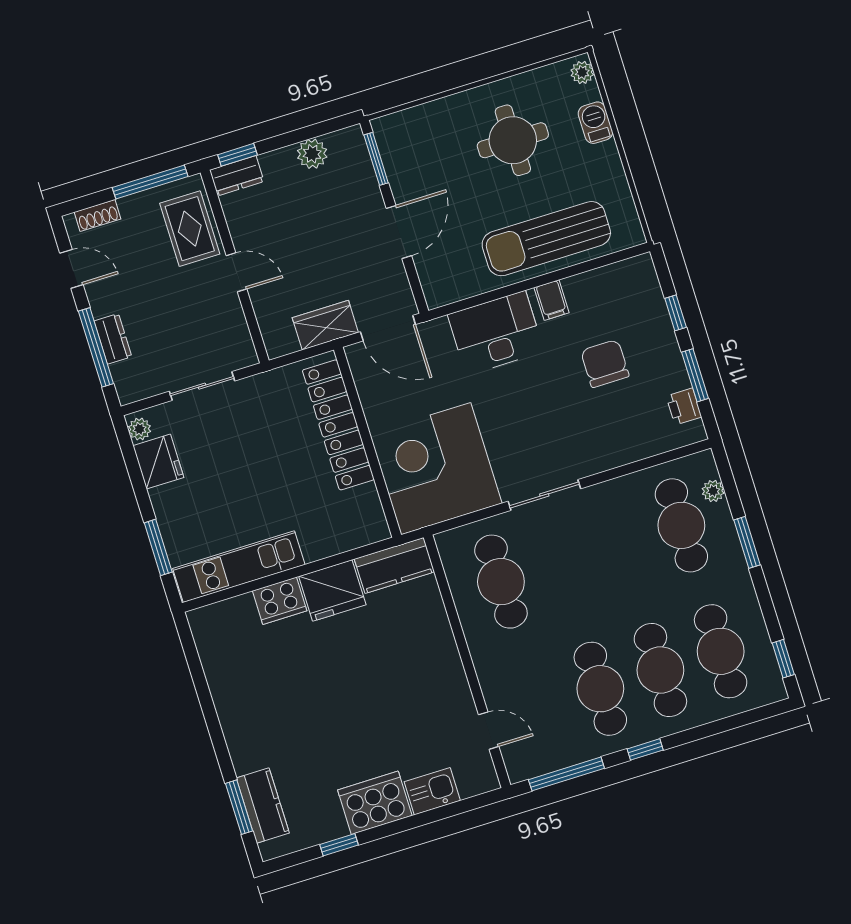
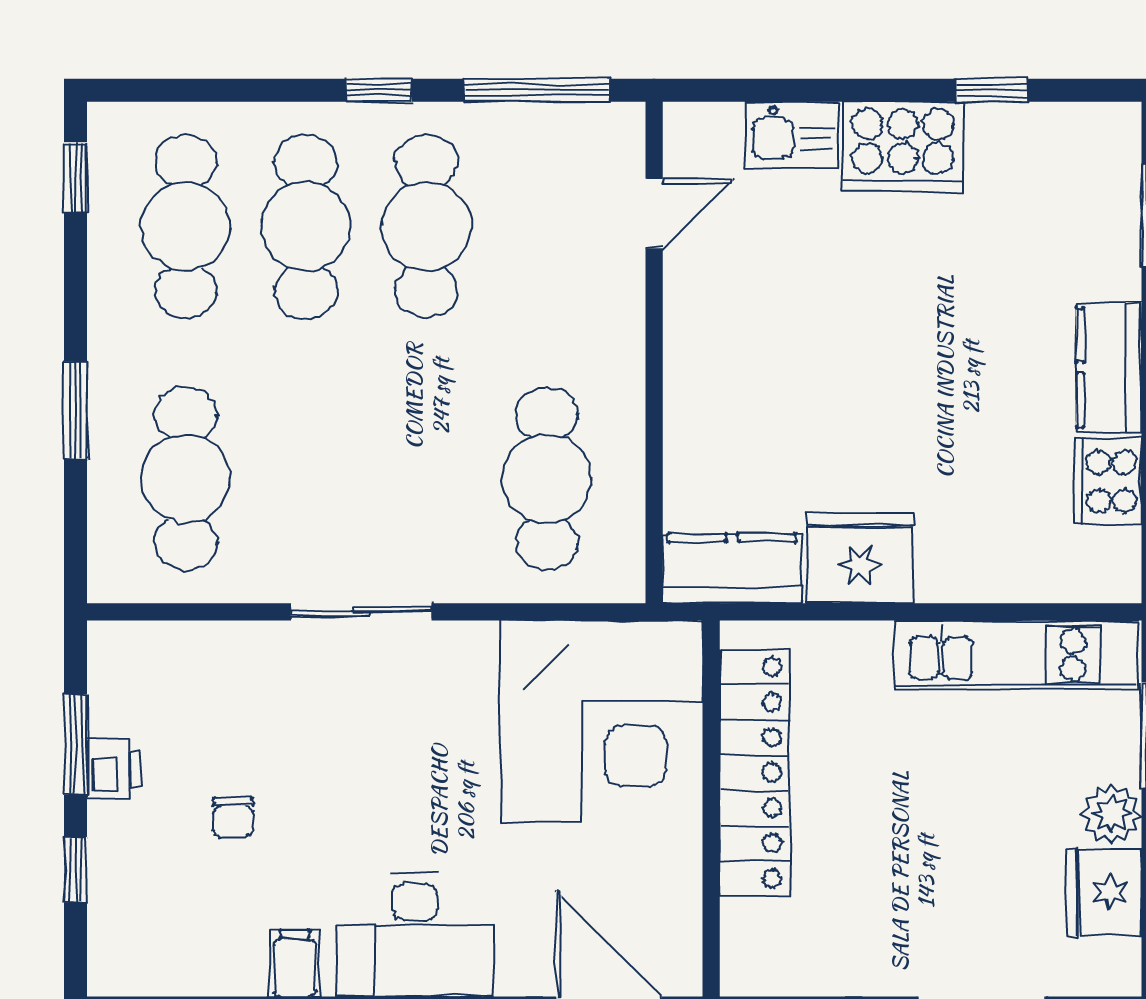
chair: (605, 364) -> (233, 817), width x0.54, depth x0.54
printer: (684, 407) -> (114, 769), moved
locker: (338, 425) -> (755, 773), moved
plant: (140, 429) -> (1112, 814), moved, width x1.38, depth x1.38
plant: (713, 491) -> (108, 523), removed
sliding door: (544, 495) -> (361, 612), moved
cooker: (280, 601) -> (1108, 482), moved, turned -90
door: (489, 731) -> (654, 214), swing flipped
kitchen counter: (263, 806) -> (1109, 368), moved

